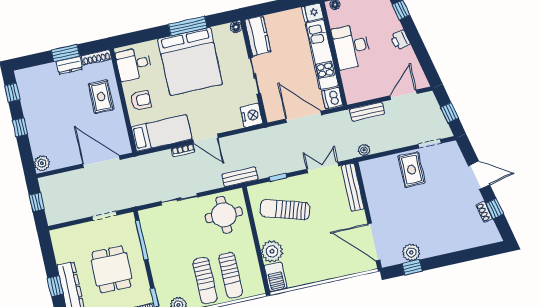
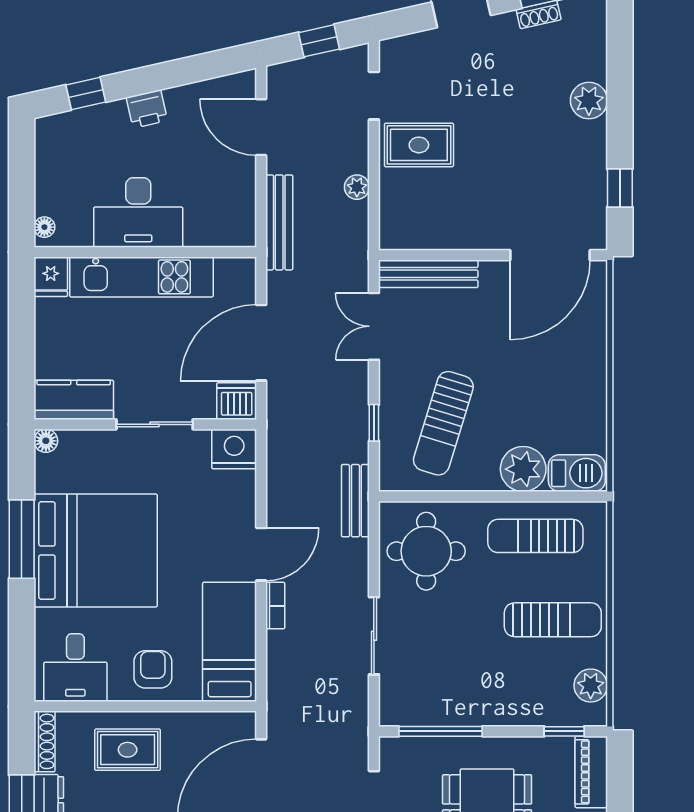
dishwasher: (332, 98) -> (237, 401), moved, turned 180
bench: (367, 112) -> (279, 222), width x1.36
plant: (364, 150) -> (357, 187), moved
plant: (411, 252) -> (589, 101), moved
sun lounger: (231, 275) -> (535, 536), moved, turned 180

